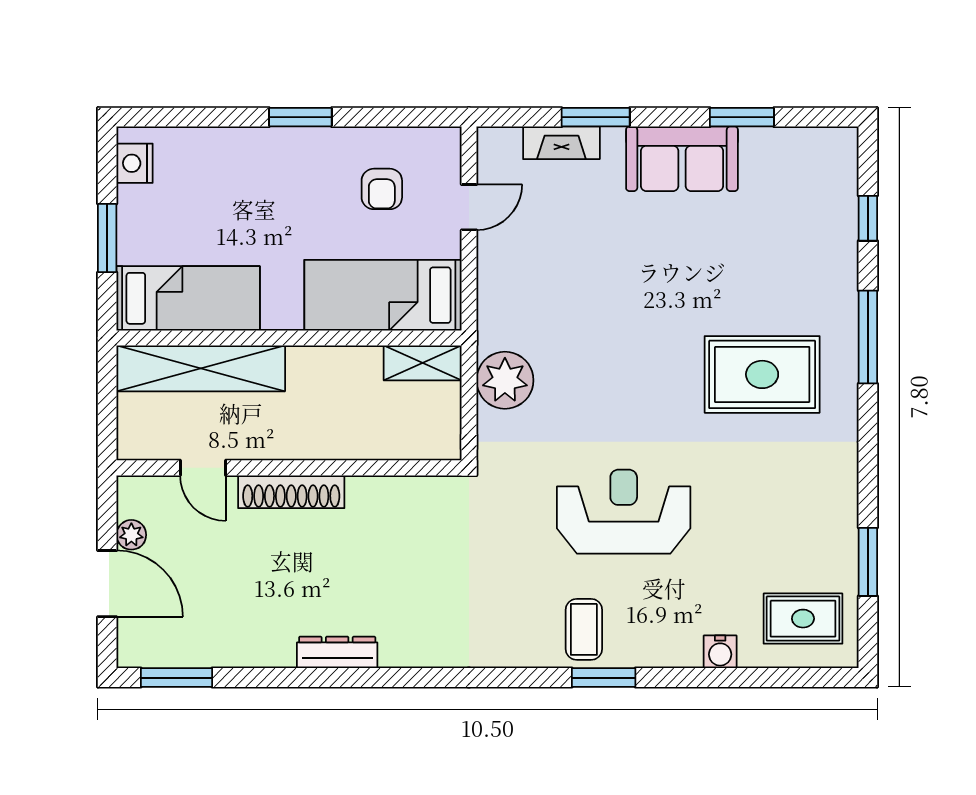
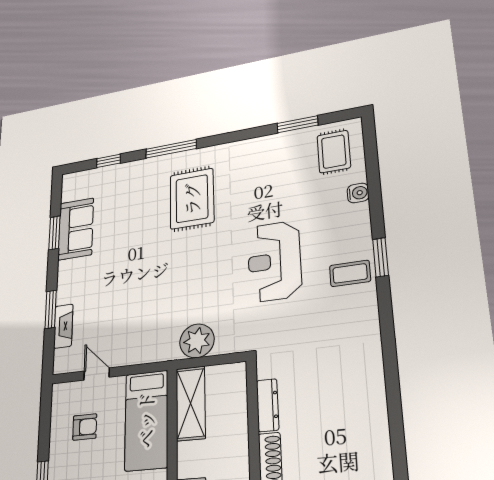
sofa: (682, 159) -> (76, 229), moved
shelving: (423, 363) -> (191, 403), width x1.50, depth x1.33
dresser: (337, 652) -> (268, 405), moved, turned 180

